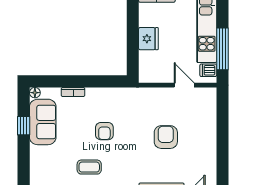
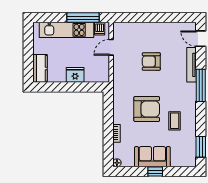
sofa: (43, 122) -> (152, 157), moved
window: (24, 126) -> (155, 172), moved
armchair: (104, 131) -> (147, 109), width x1.88, depth x1.88

